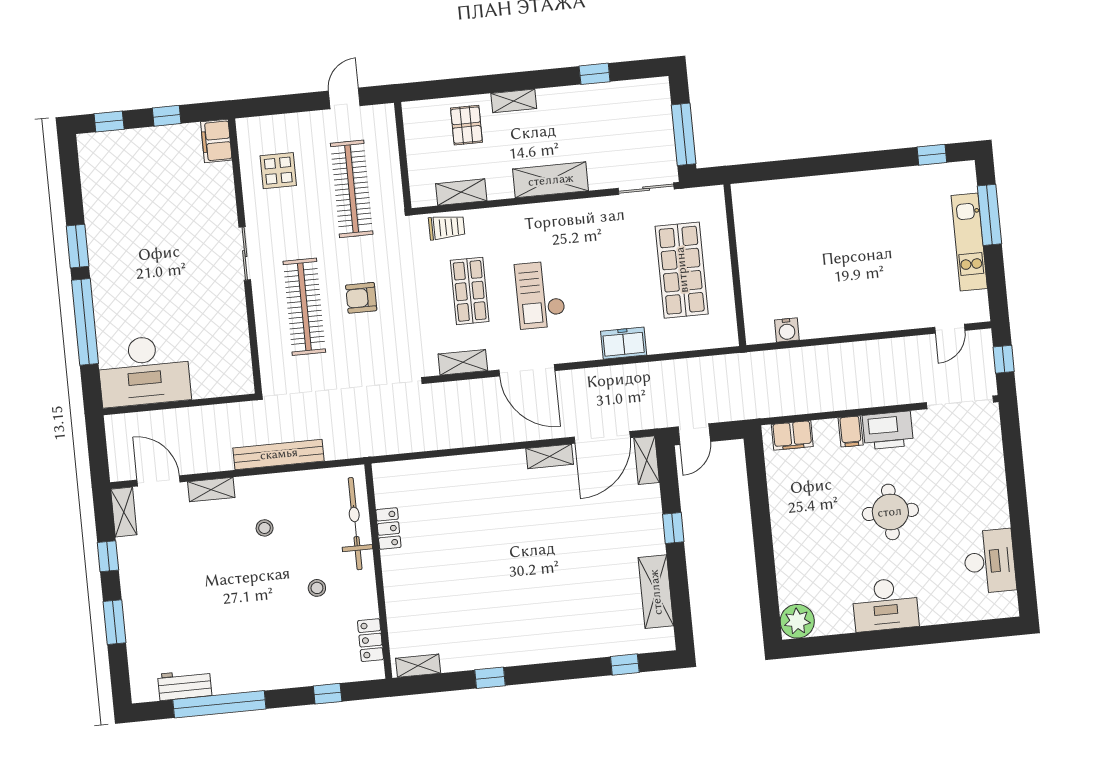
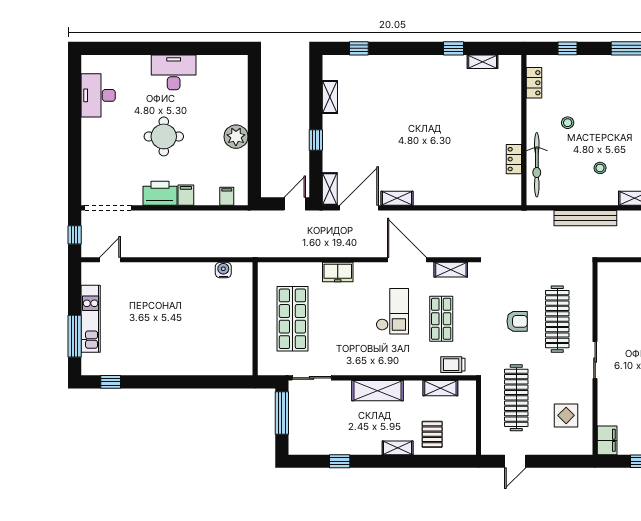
filing cabinet: (792, 435) -> (227, 196), width x0.50
shelving: (656, 592) -> (330, 97), width x0.67, depth x0.75
plant: (797, 621) -> (236, 137), moved
shelving: (418, 666) -> (483, 62), moved

